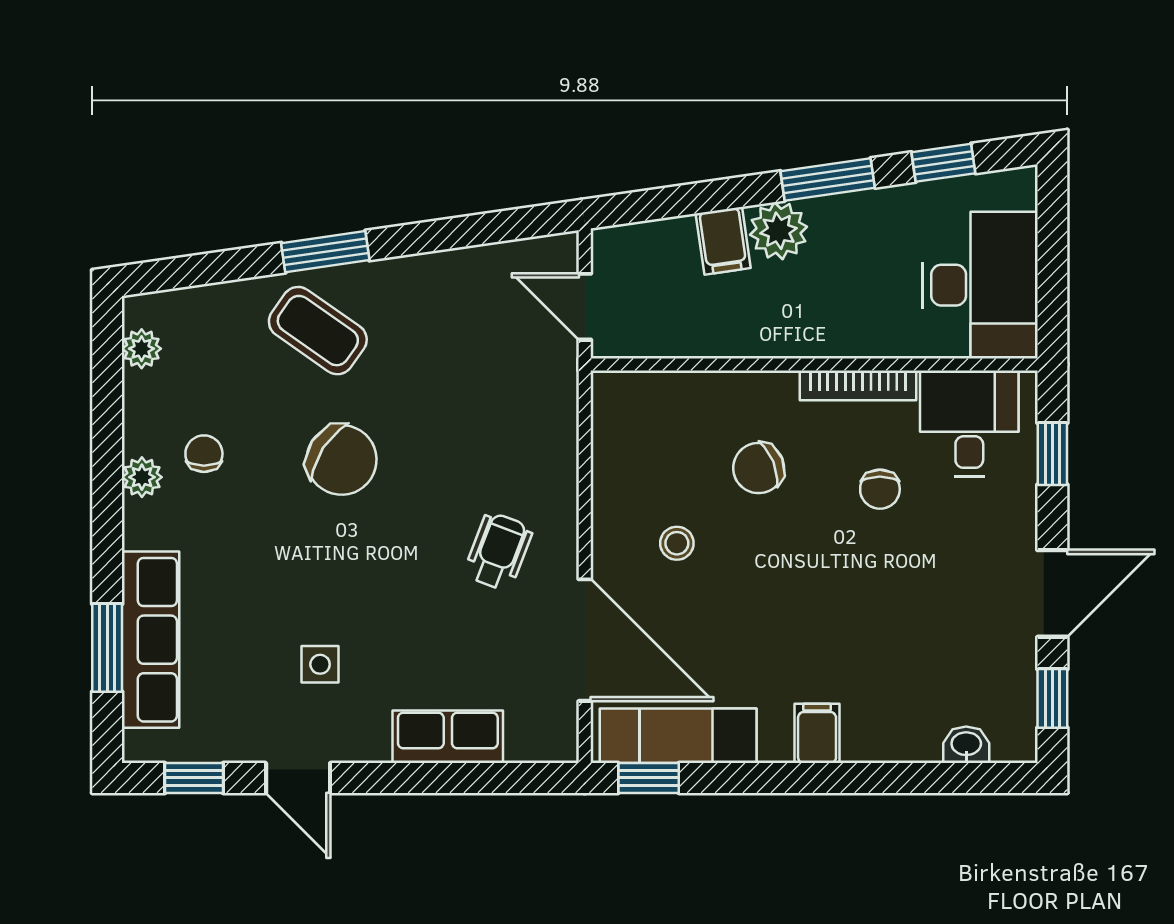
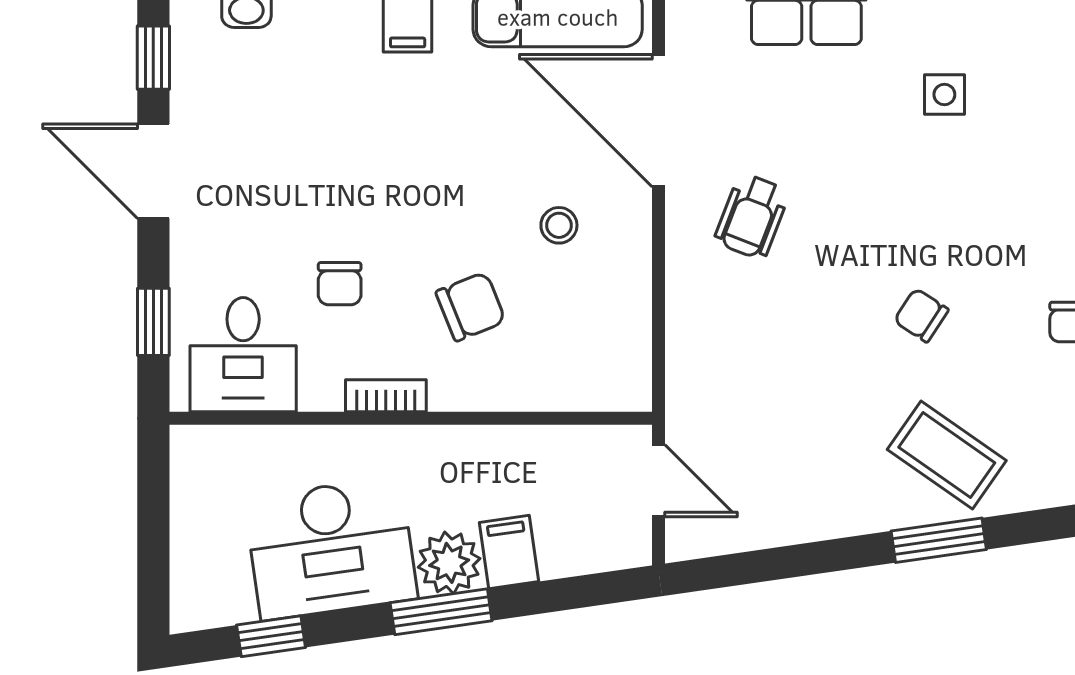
window: (828, 179) -> (441, 612), moved
desk: (980, 285) -> (331, 548), moved, turned -98
bookcase: (858, 385) -> (386, 396), width x0.64
chair: (342, 460) -> (921, 315), width x0.54, depth x0.54
chair: (880, 489) -> (340, 284), turned 180
door: (1052, 593) -> (153, 171), hinge flipped

